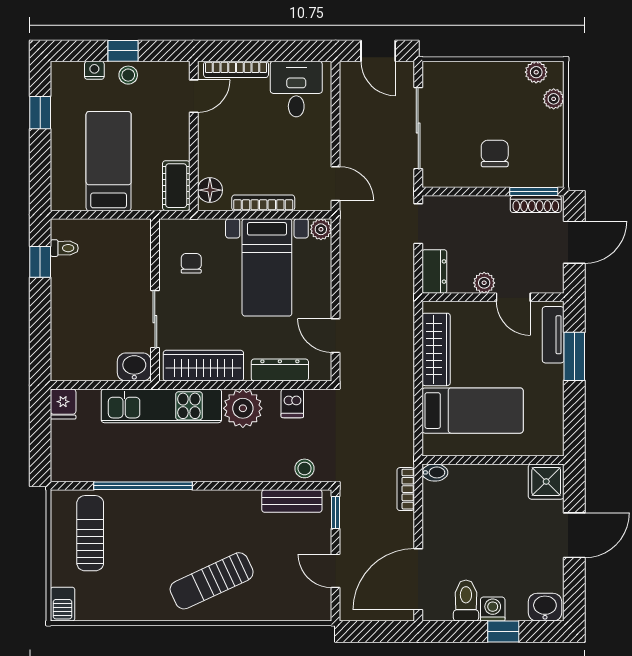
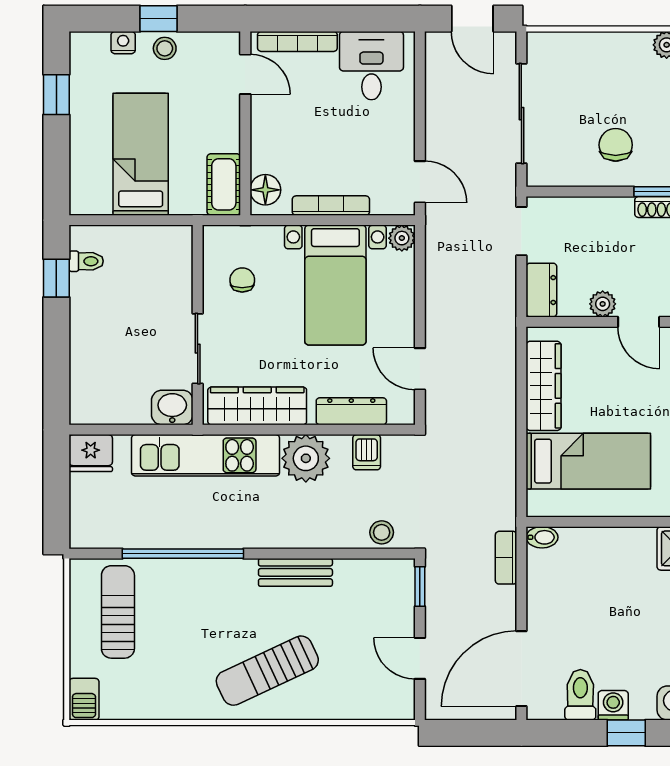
door: (194, 96) -> (245, 74), hinge flipped
fridge: (63, 404) -> (91, 453), width x1.38
bench: (292, 501) -> (295, 572), moved

